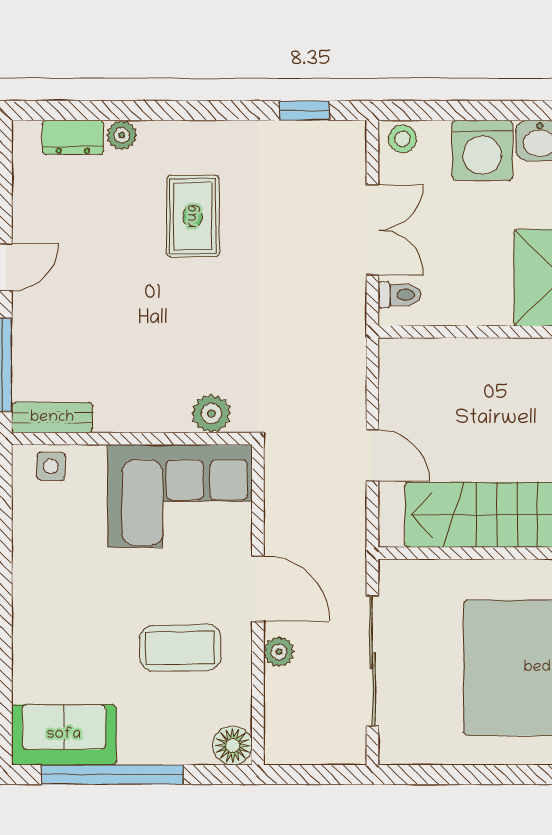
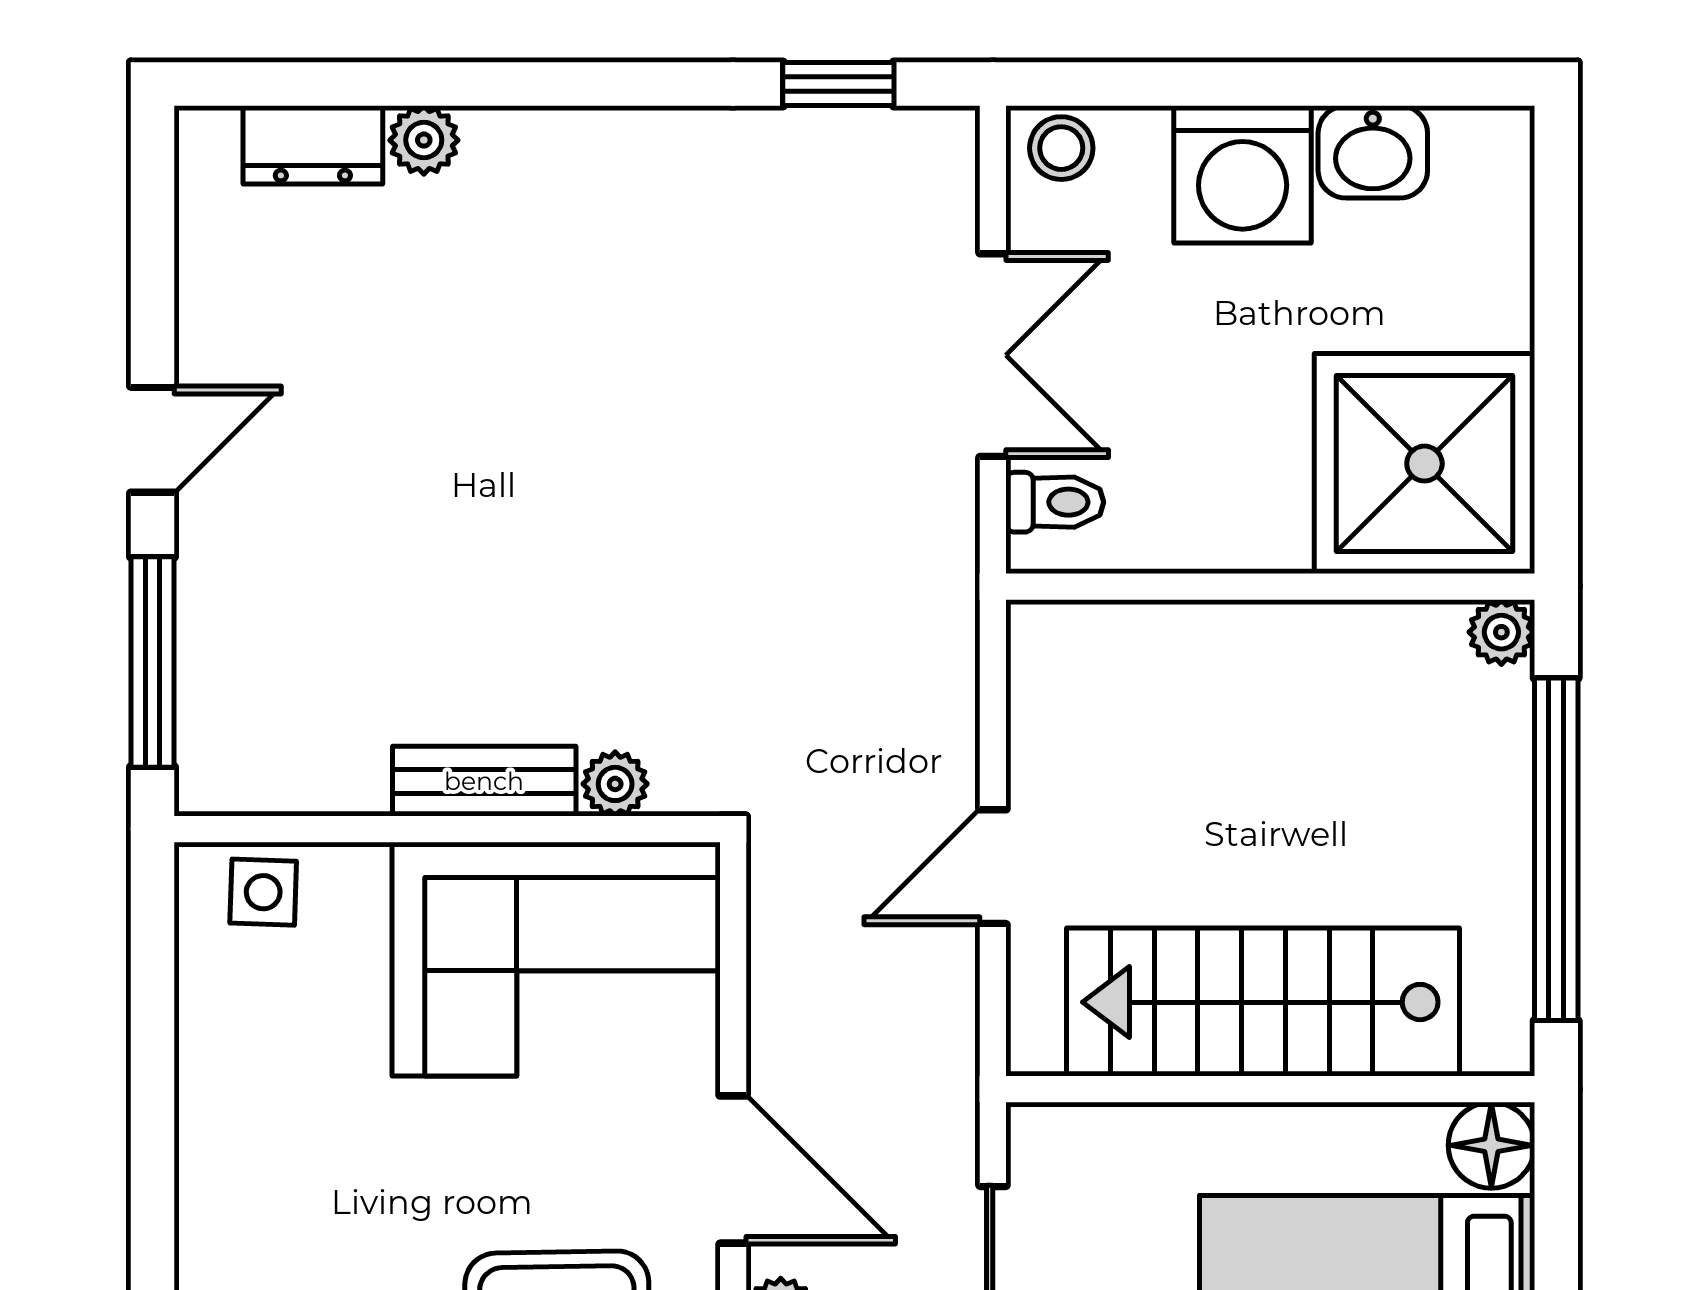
rug: (193, 216) -> (585, 324), removed
plant: (211, 413) -> (615, 784), width x0.73, depth x0.73
bench: (52, 418) -> (484, 781), moved
door: (372, 455) -> (993, 867), swing flipped

